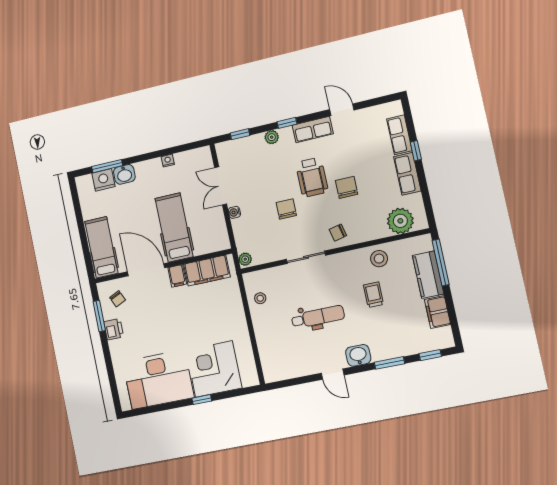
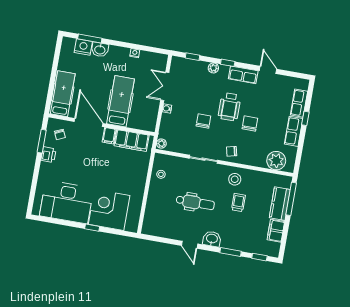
stool: (379, 259) -> (235, 179), moved

